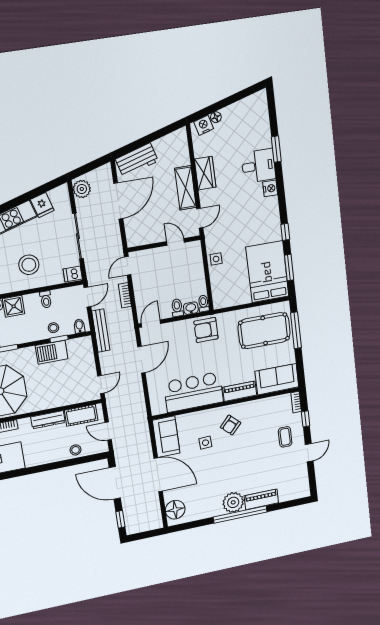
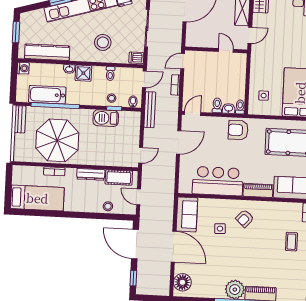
side table: (216, 259) -> (264, 96), moved

